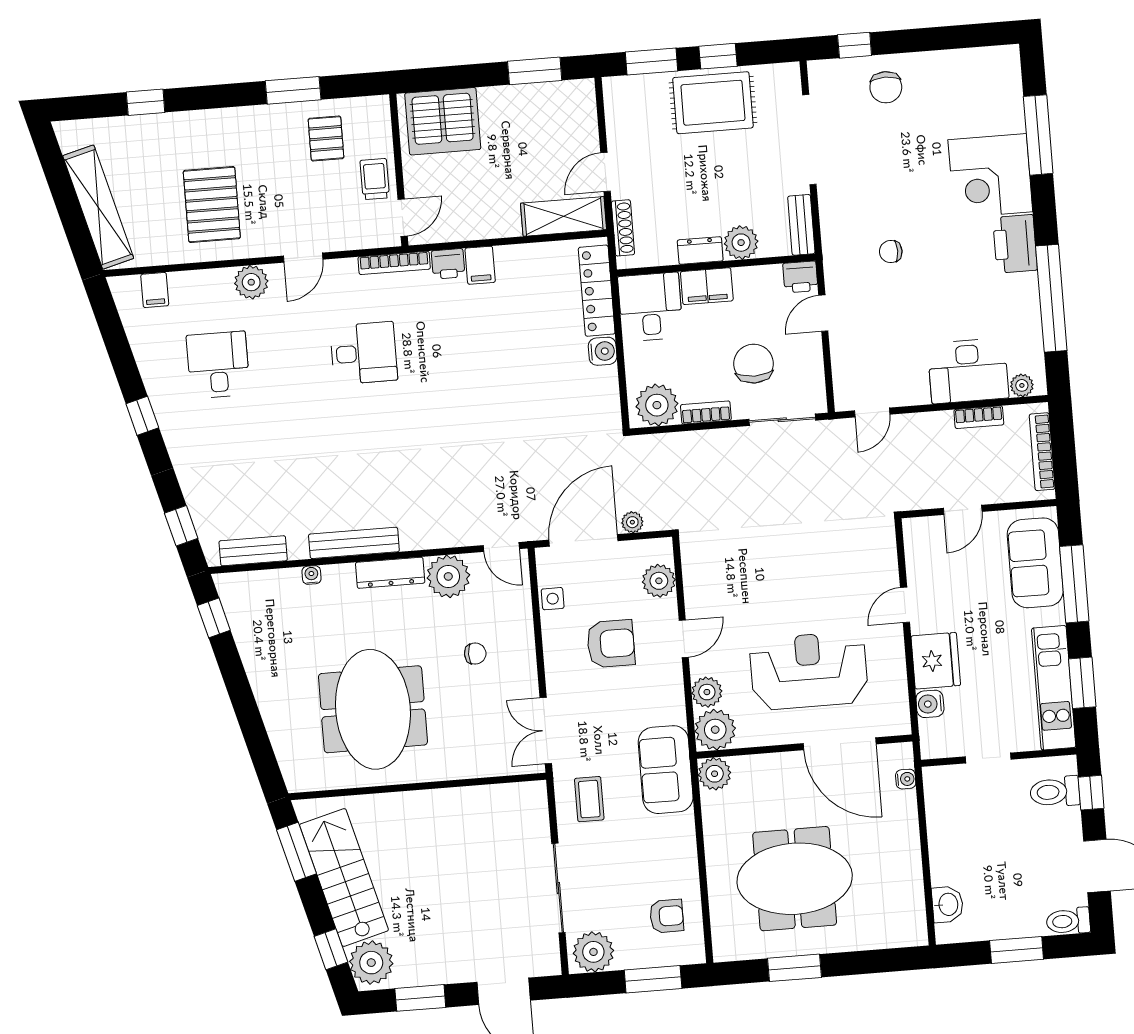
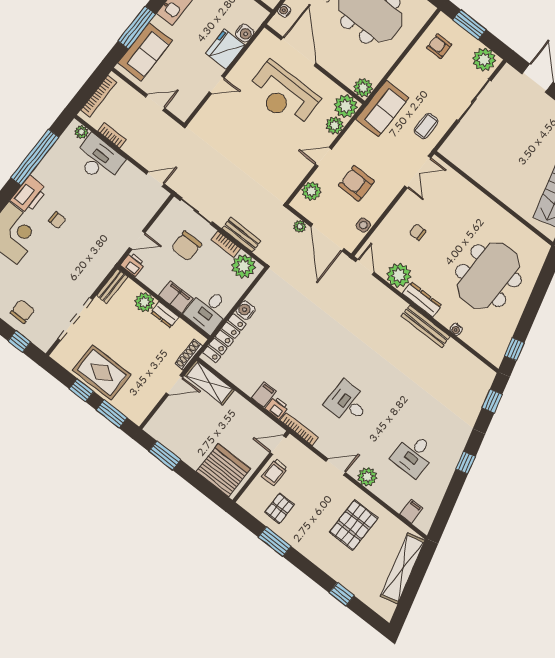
chair: (891, 252) -> (57, 220), moved
door: (583, 540) -> (328, 238), hinge flipped
bench: (253, 551) -> (241, 235), moved
meeting table: (373, 709) -> (488, 276), moved

